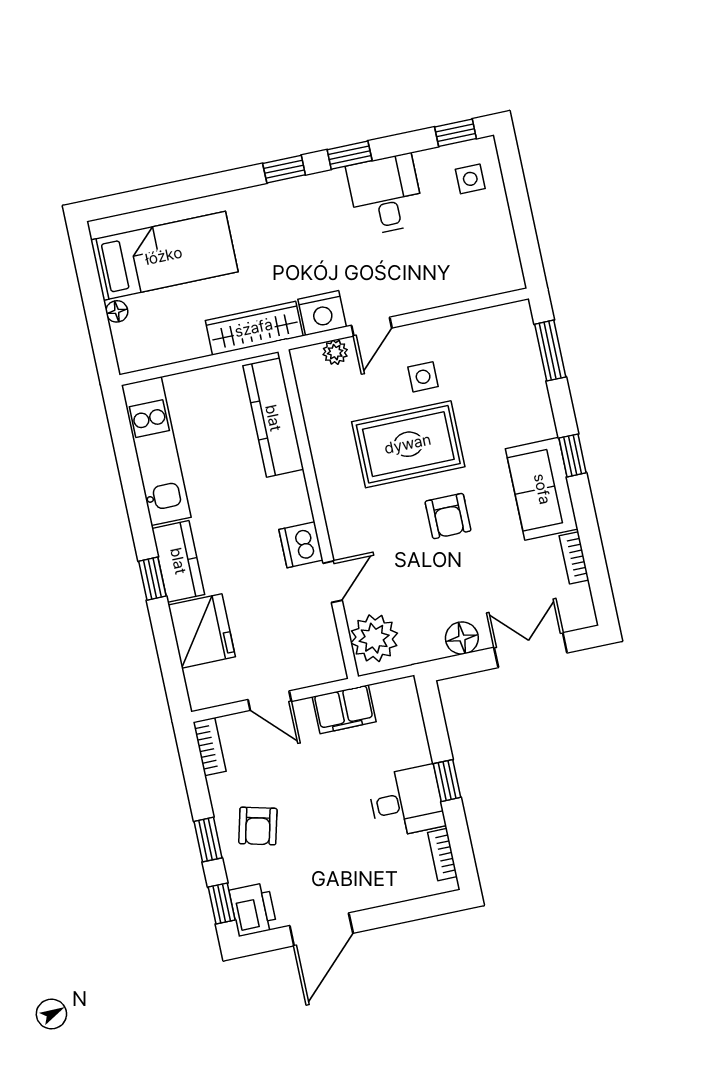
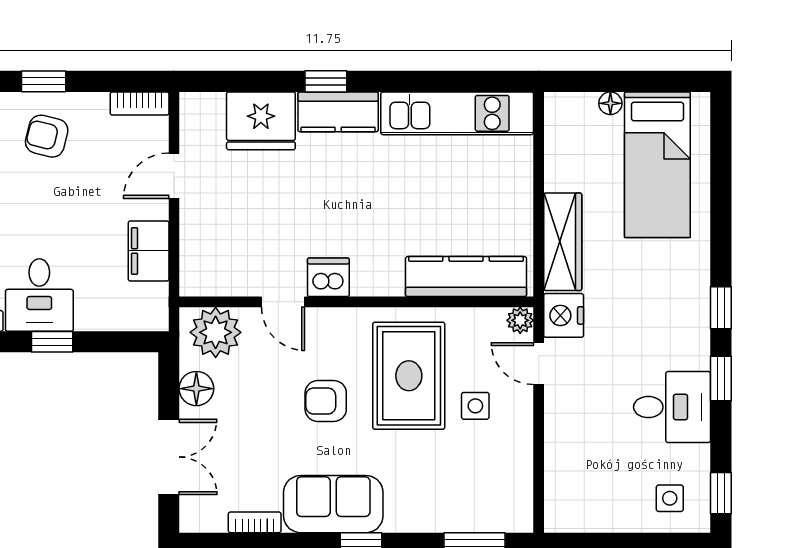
kitchen counter: (273, 418) -> (466, 277), moved
wall: (318, 514) -> (356, 302), moved
dishwasher: (301, 545) -> (328, 277), moved
door: (333, 582) -> (283, 302), moved
plant: (374, 638) -> (216, 332), moved

